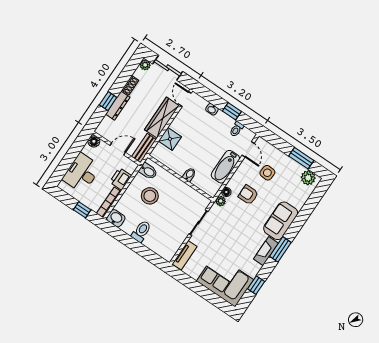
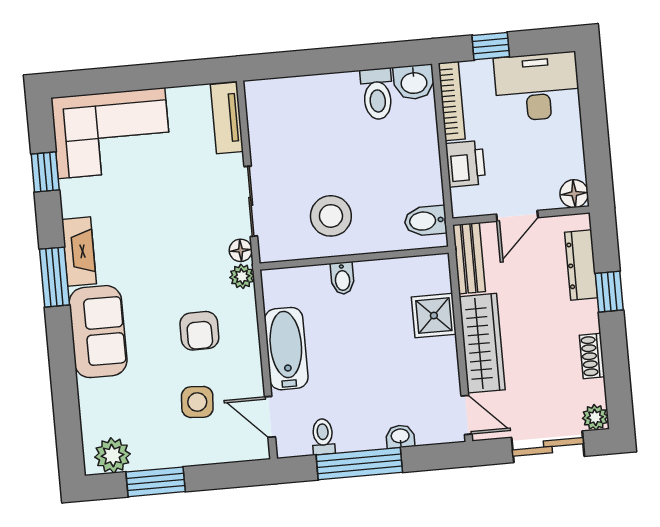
dresser: (118, 106) -> (581, 265), moved
window: (232, 111) -> (359, 464), width x2.17
desk: (82, 173) -> (537, 87), moved, turned -90
floor lamp: (226, 192) -> (241, 250), moved
armchair: (248, 195) -> (199, 331), turned 90
stool: (150, 196) -> (331, 216), moved
toilet: (141, 231) -> (377, 94), moved

